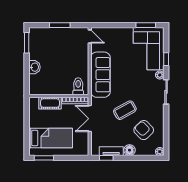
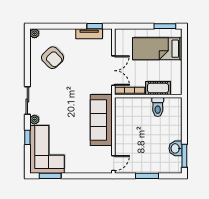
door: (90, 36) -> (113, 163), swing flipped
washbasin: (34, 67) -> (175, 148), moved
toilet: (78, 86) -> (158, 107), moved
coffee table: (125, 110) -> (74, 80), removed
floor lamp: (130, 150) -> (68, 35), removed

